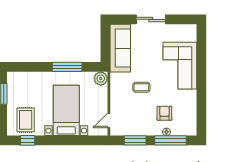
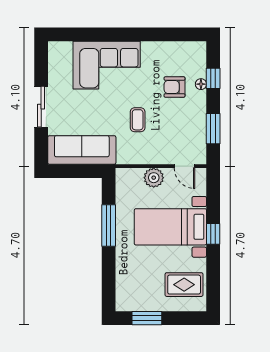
plant: (101, 79) -> (154, 178), moved
window: (28, 140) -> (213, 234), moved
window: (171, 140) -> (213, 78), width x0.46

